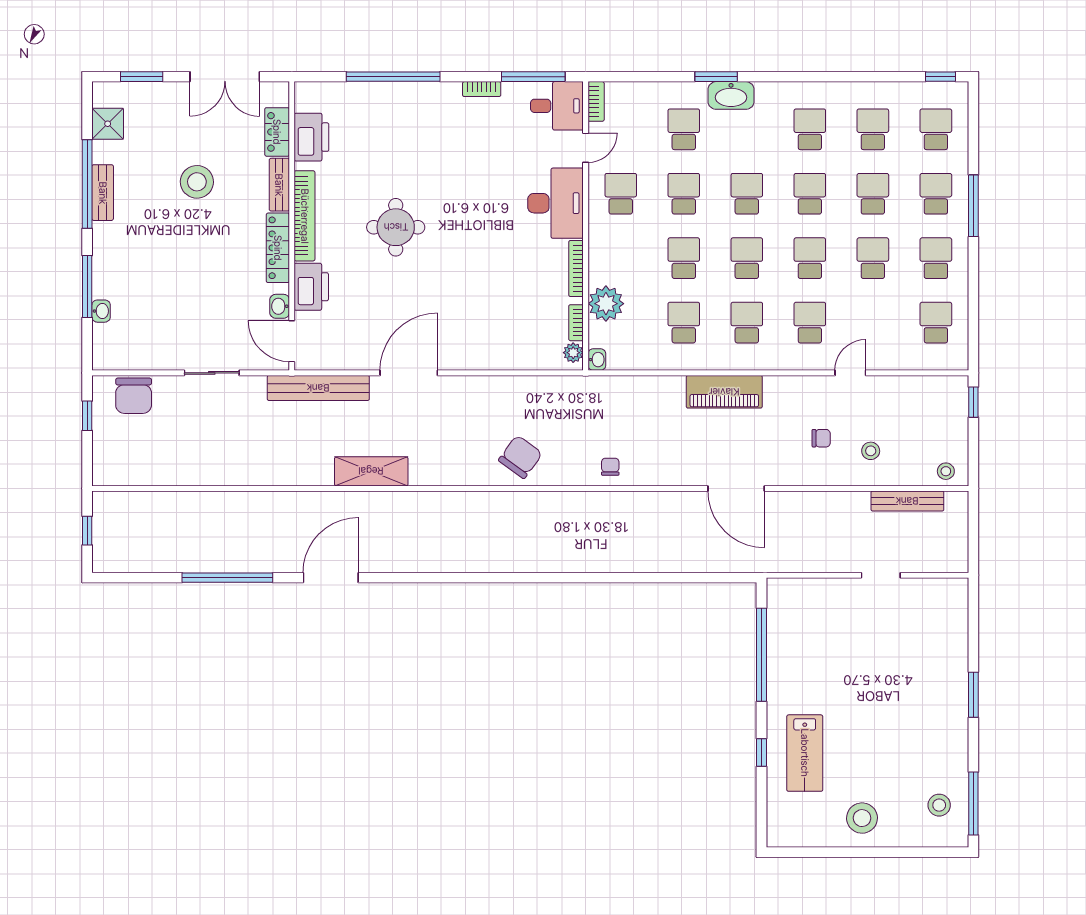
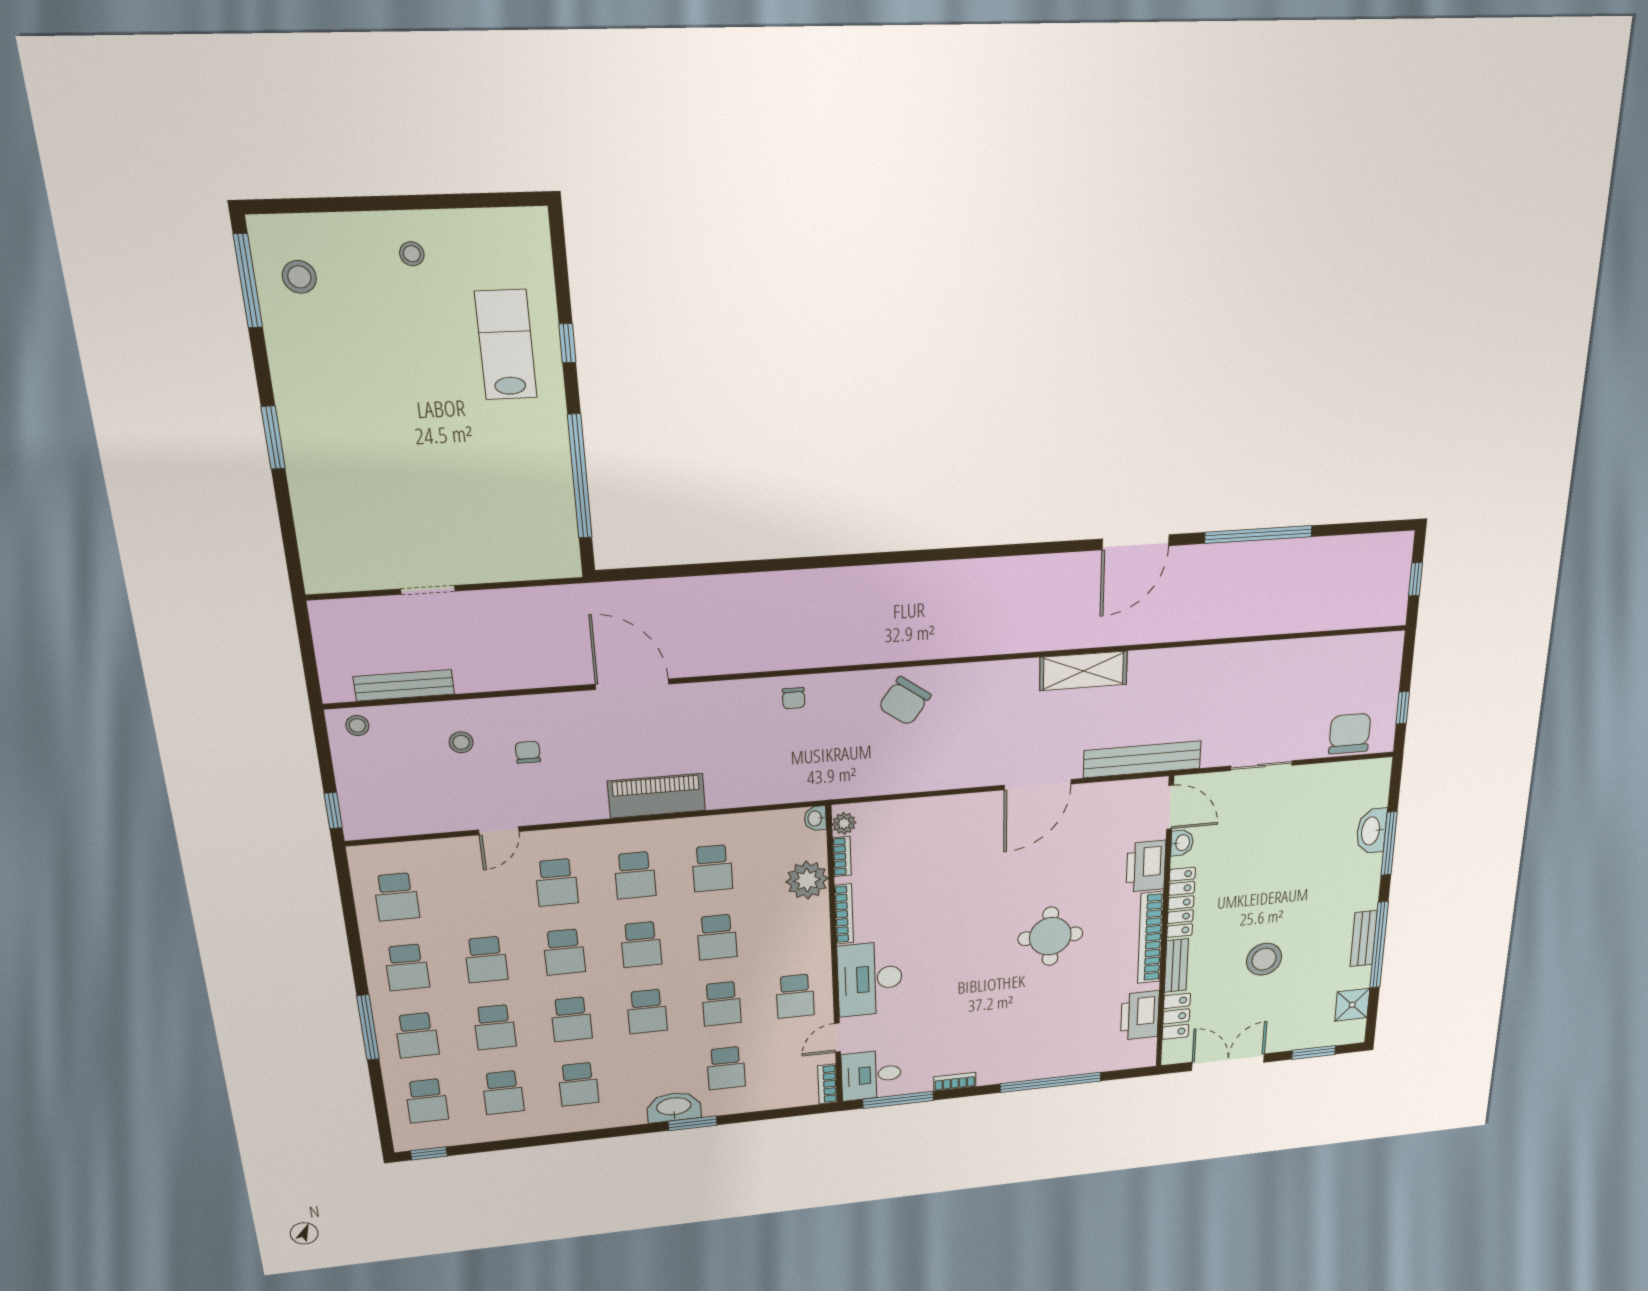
washbasin: (101, 311) -> (1371, 831), width x1.91, depth x1.45
chair: (821, 438) -> (528, 752), turned 90
stool: (862, 818) -> (412, 254), width x0.53, depth x0.53

